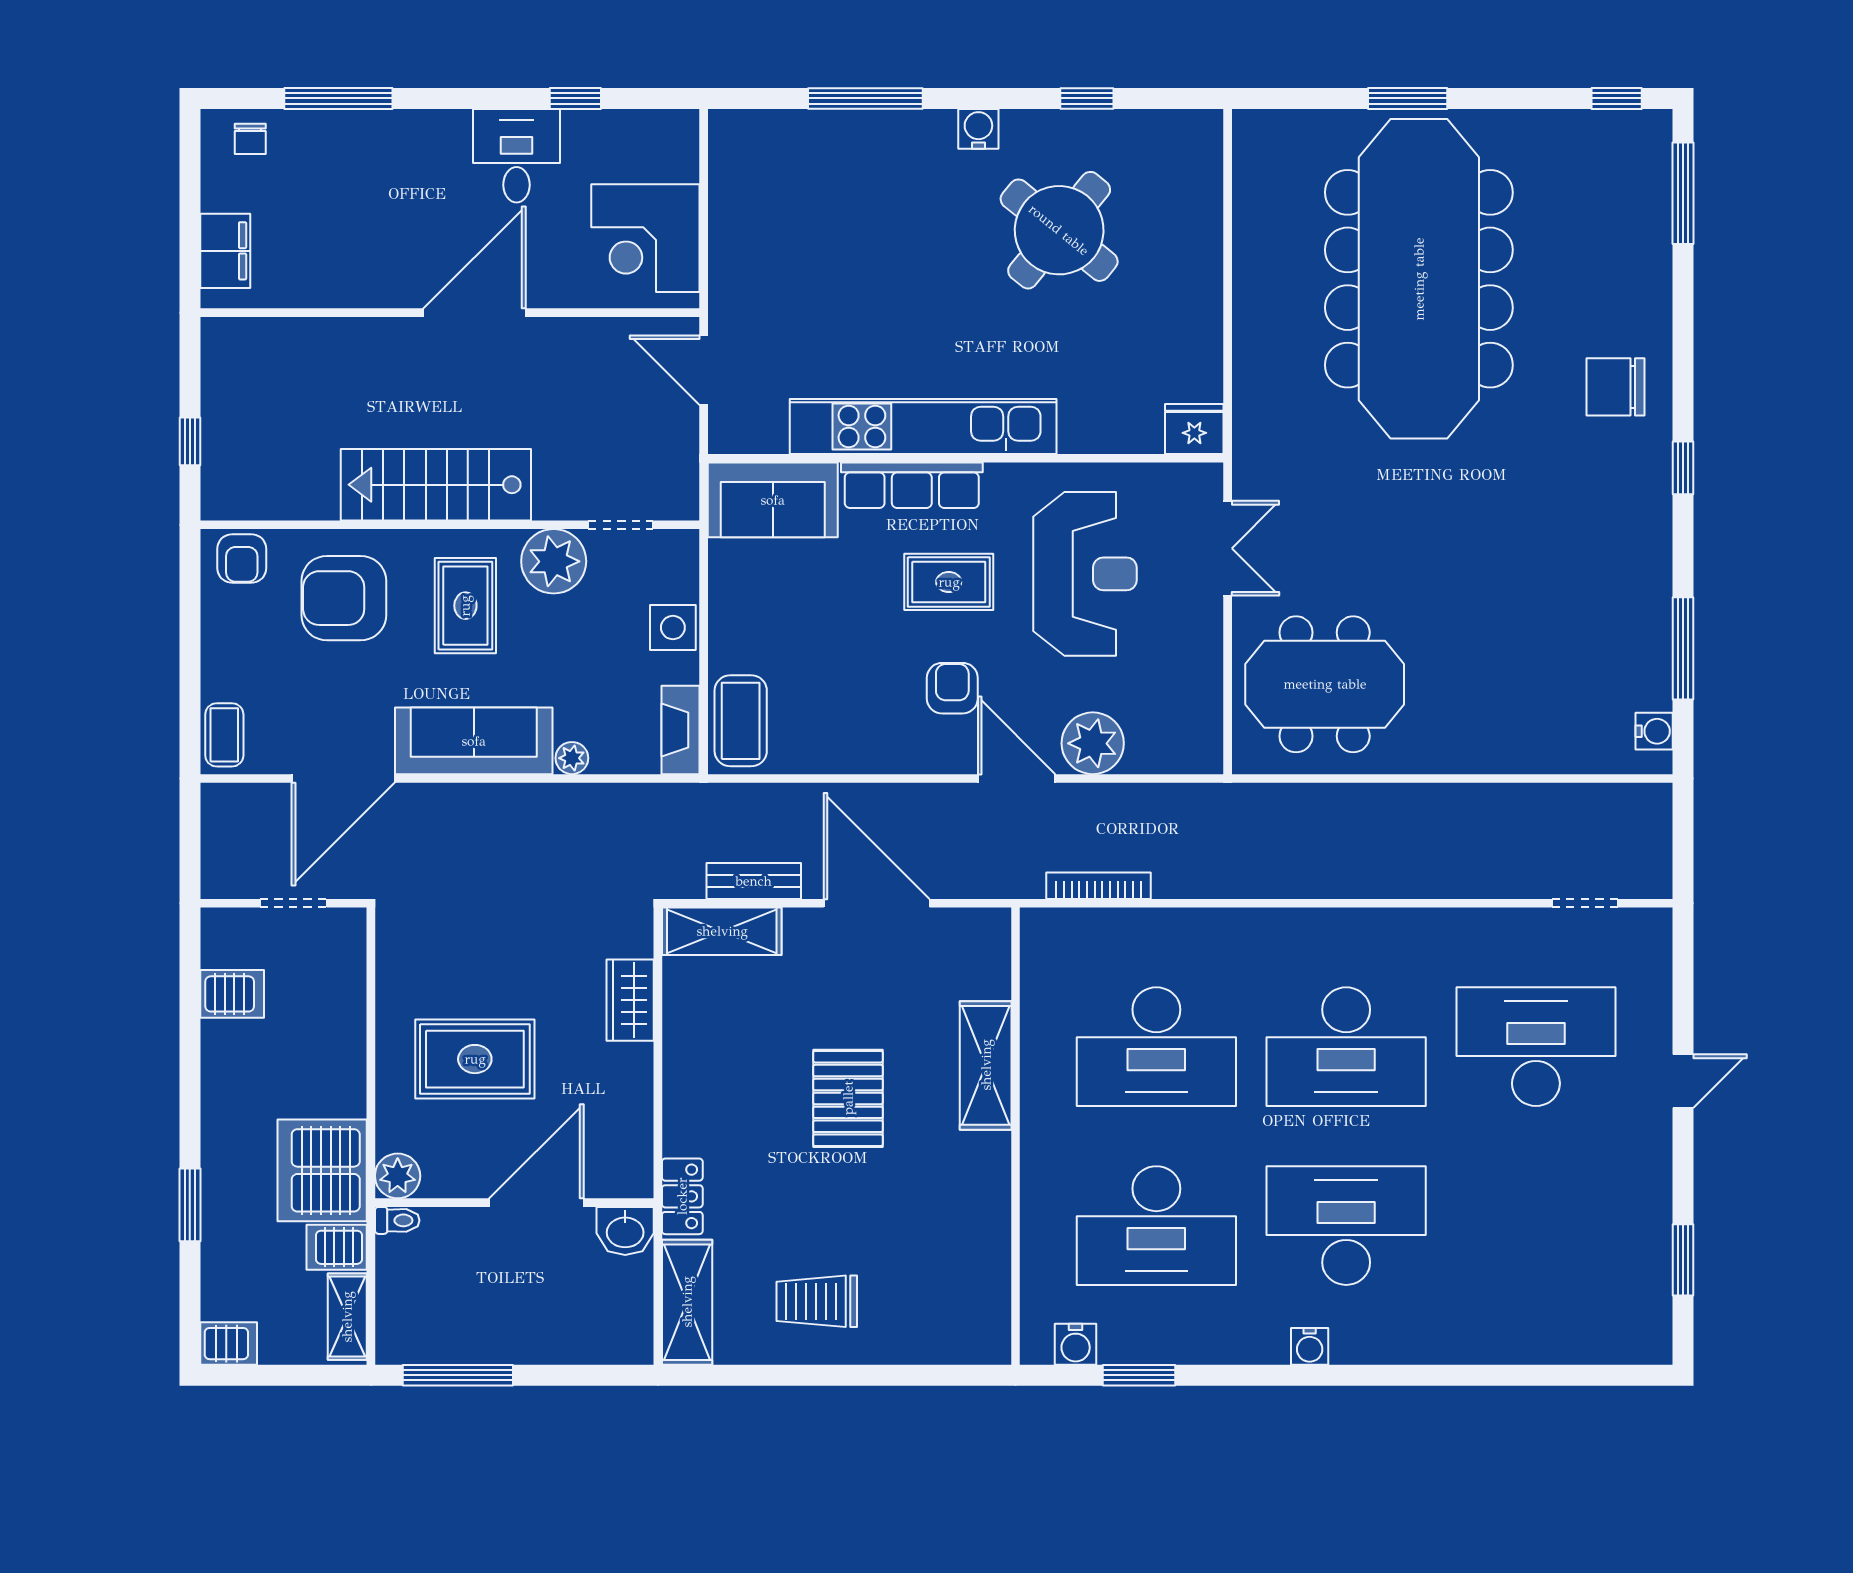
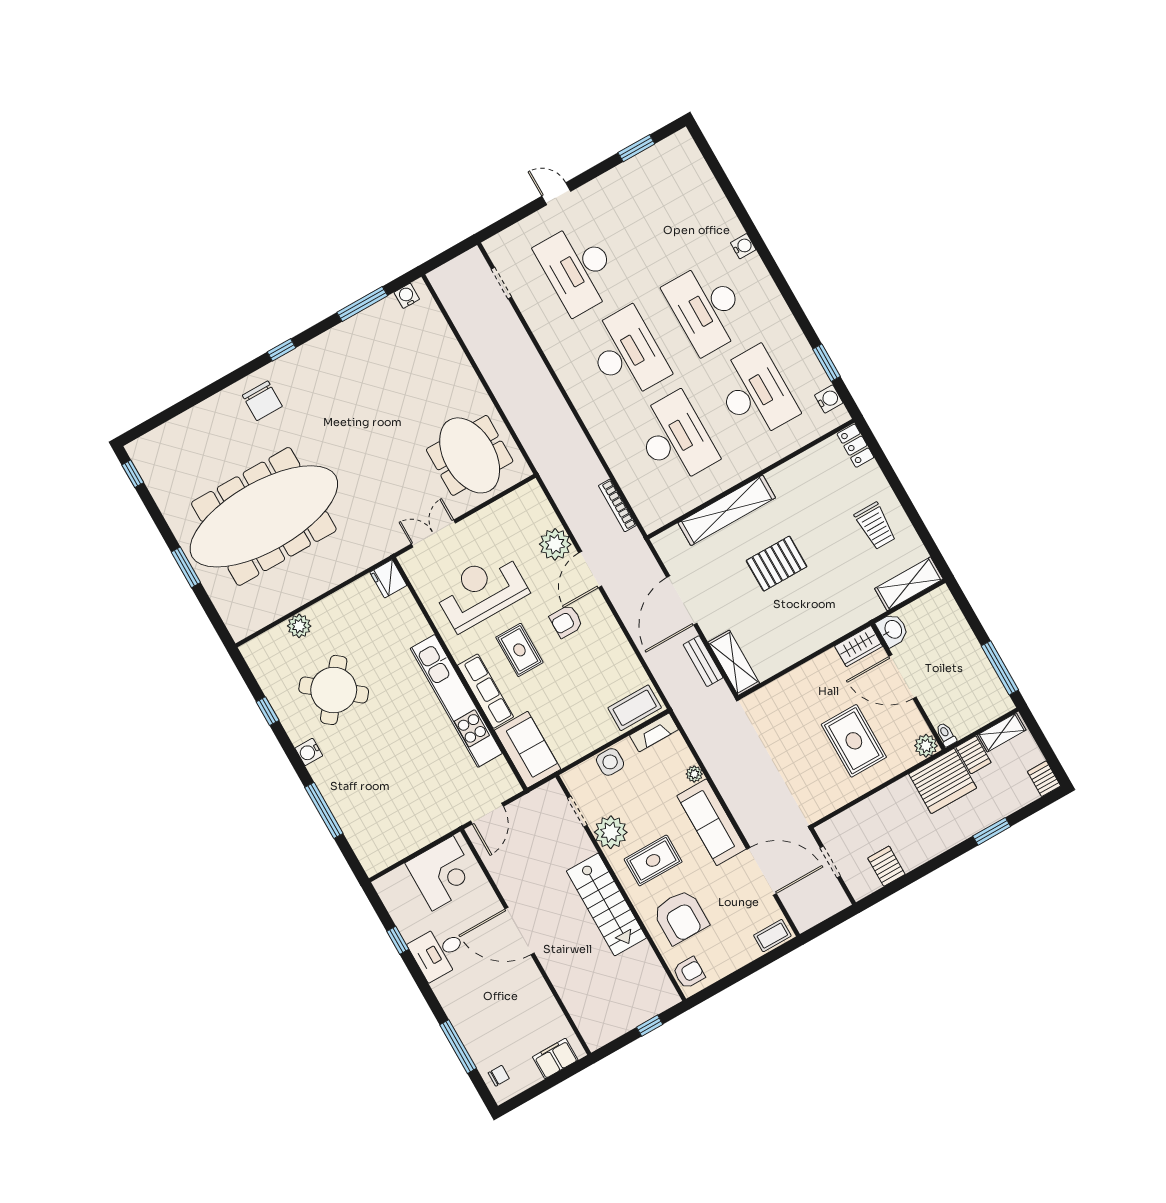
window: (1683, 193) -> (158, 420), removed
plant: (1200, 233) -> (299, 626), added
wardrobe: (630, 1000) -> (859, 646), moved
shelving: (986, 1065) -> (727, 510), width x1.47
locker: (682, 1196) -> (855, 446), moved, turned -90
water cooler: (1310, 1346) -> (743, 246), moved

